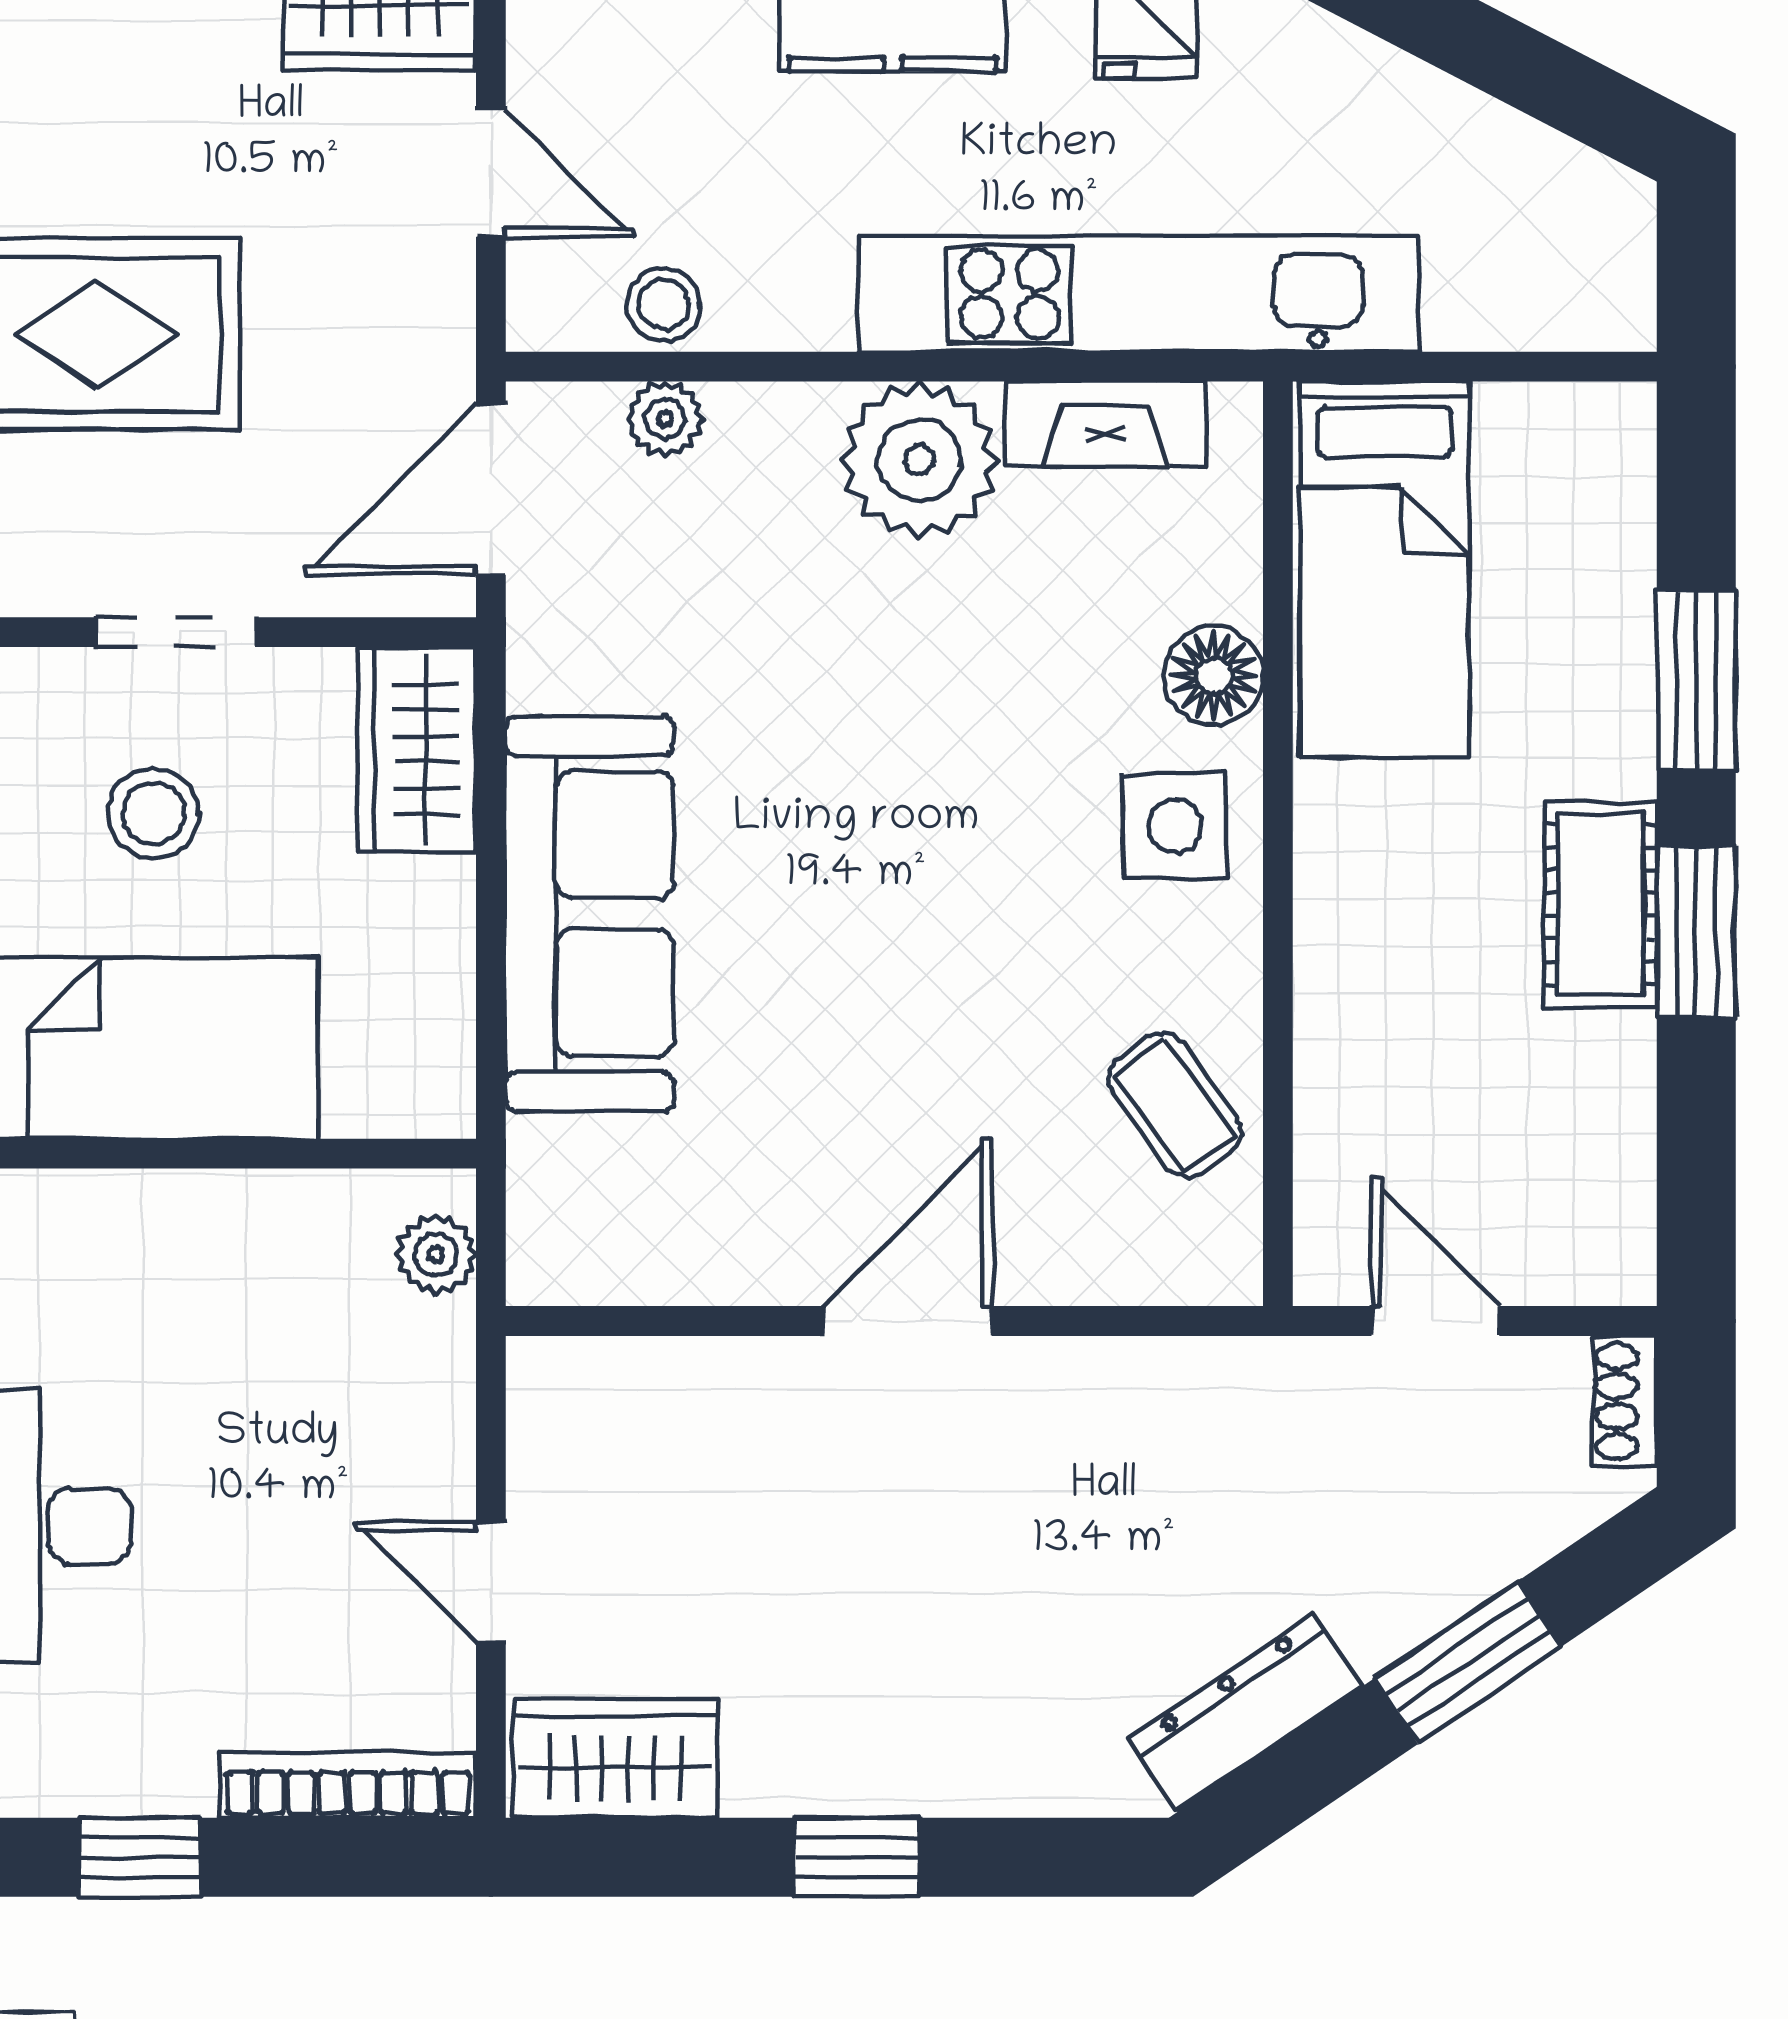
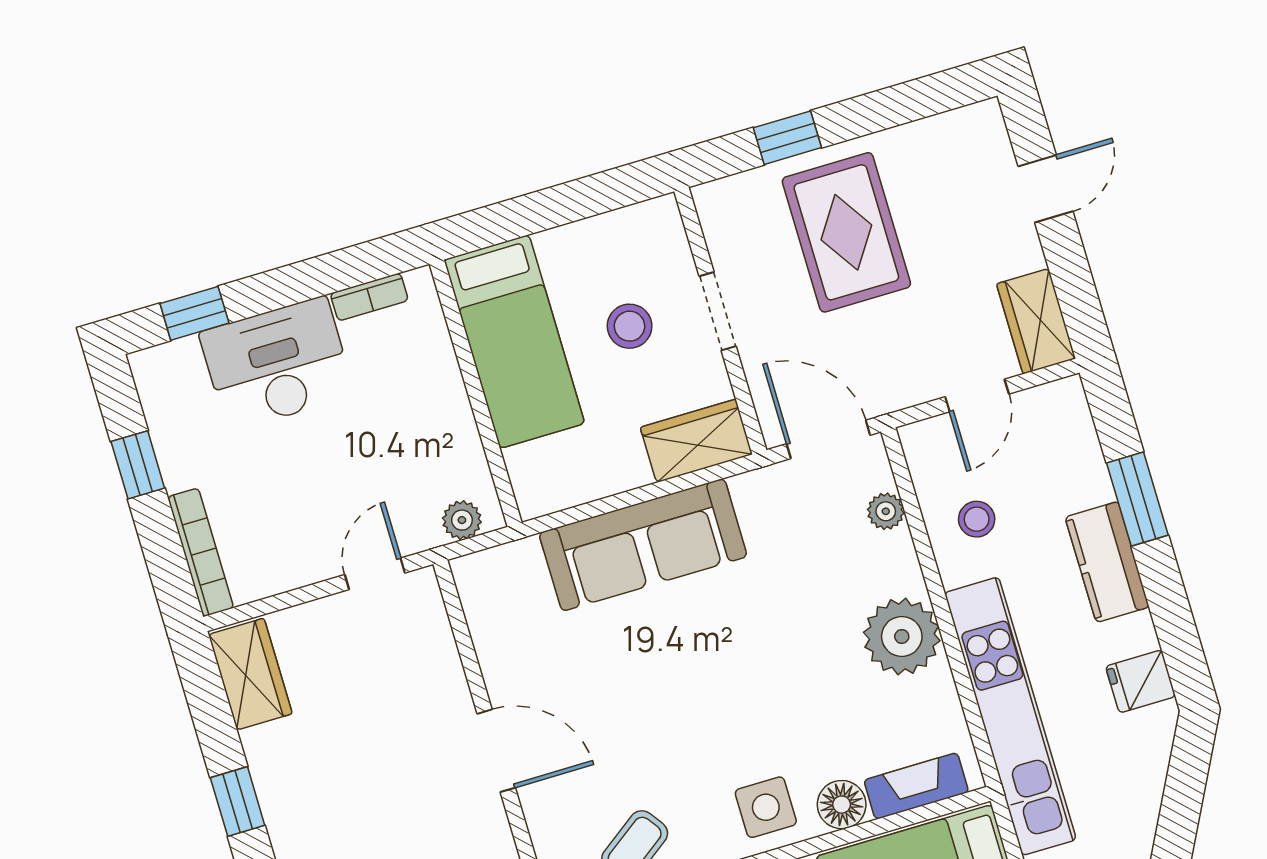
stool: (663, 305) -> (977, 519), moved
fireplace: (1106, 424) -> (916, 786), moved, turned 90
door: (491, 1583) -> (375, 574), moved

